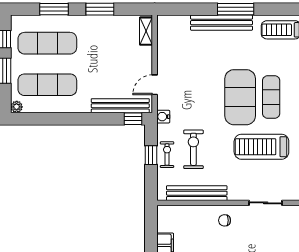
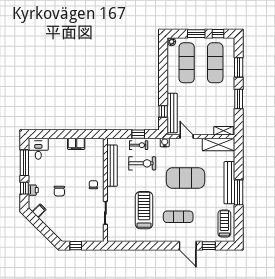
shelving: (166, 38) -> (219, 145), added
exercise mat: (240, 97) -> (185, 178), moved
window: (133, 119) -> (163, 111), moved

